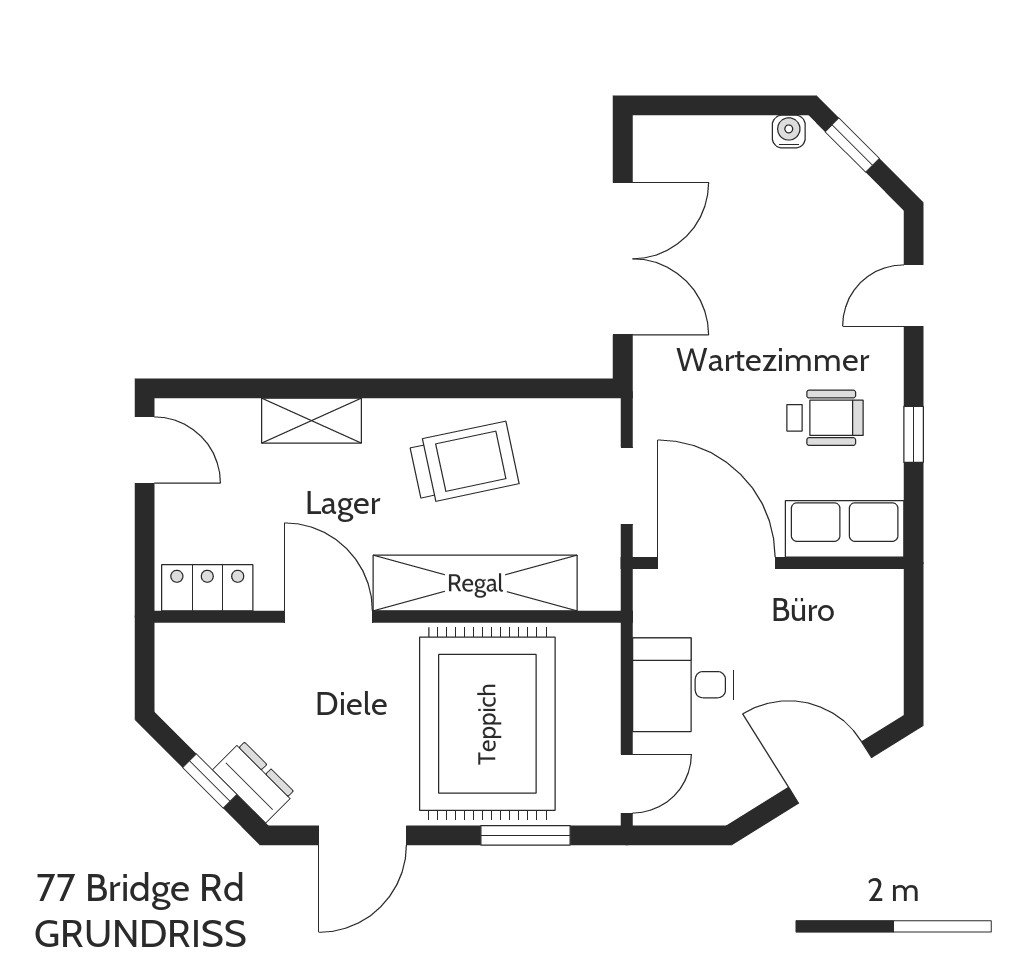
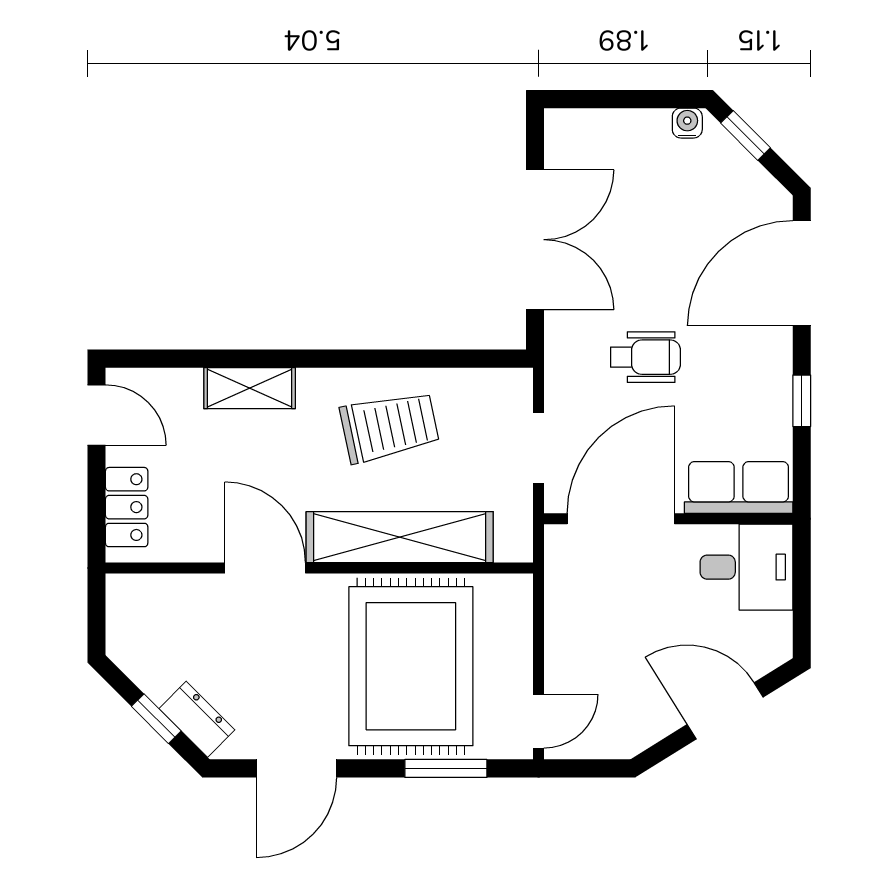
door: (914, 295) -> (802, 273), width x1.87
wheelchair: (825, 418) -> (646, 357), moved
door: (716, 563) -> (621, 519), hinge flipped
locker: (207, 588) -> (127, 507), moved, turned 90
desk: (683, 685) -> (746, 567), moved, turned 180

